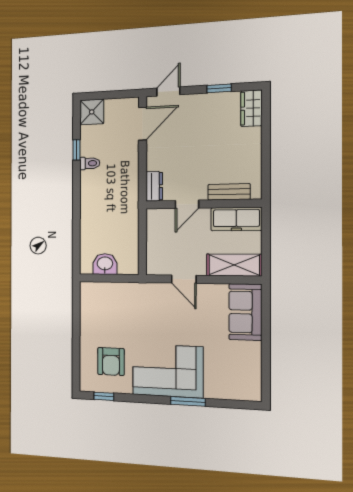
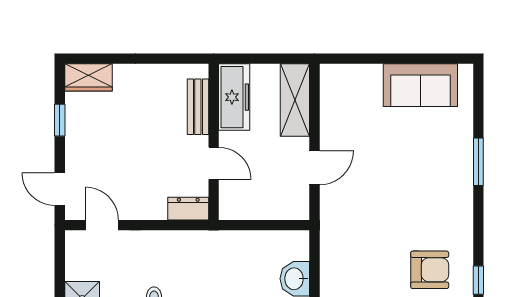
door: (143, 124) -> (102, 225), width x0.73
sofa: (245, 312) -> (420, 85), moved
corner sofa: (168, 371) -> (439, 190), removed

